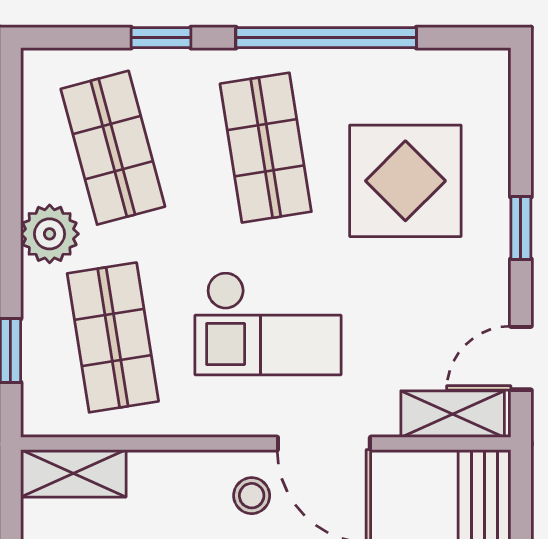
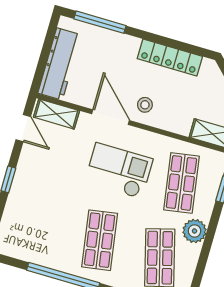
display table: (405, 181) -> (48, 211), removed
door: (521, 358) -> (23, 128), hinge flipped

